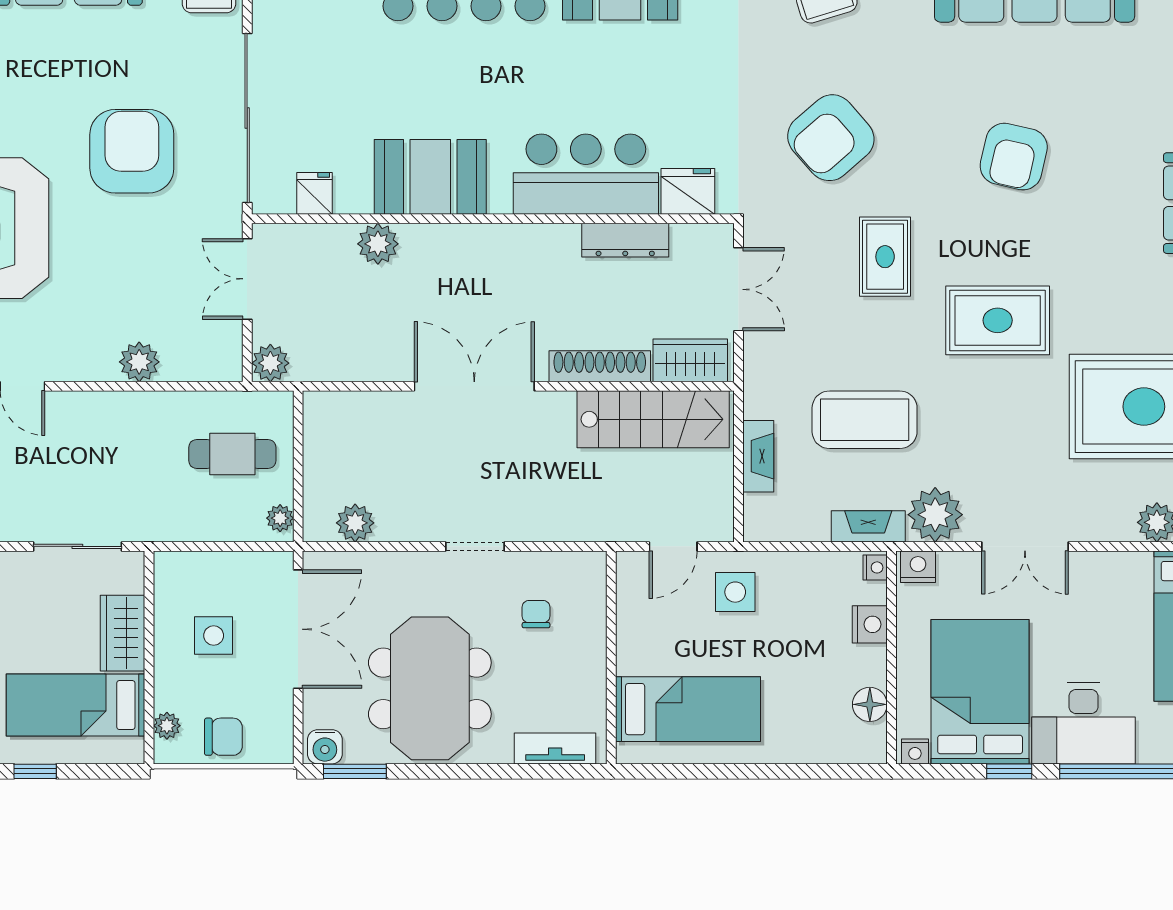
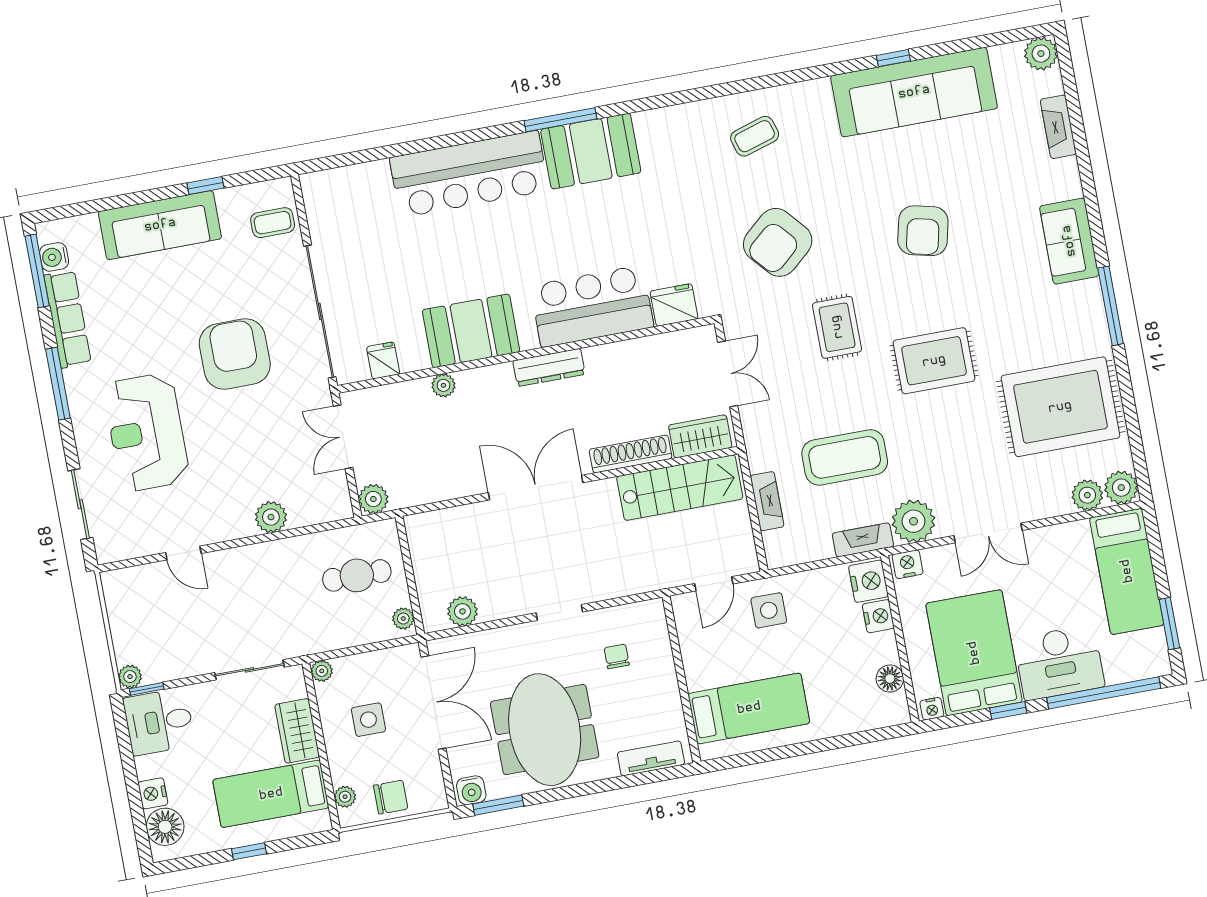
dresser: (625, 240) -> (549, 367), moved
plant: (378, 244) -> (443, 385), width x0.73, depth x0.73
plant: (167, 564) -> (322, 671), added
nightstand: (875, 567) -> (868, 581), width x1.89, depth x1.79

